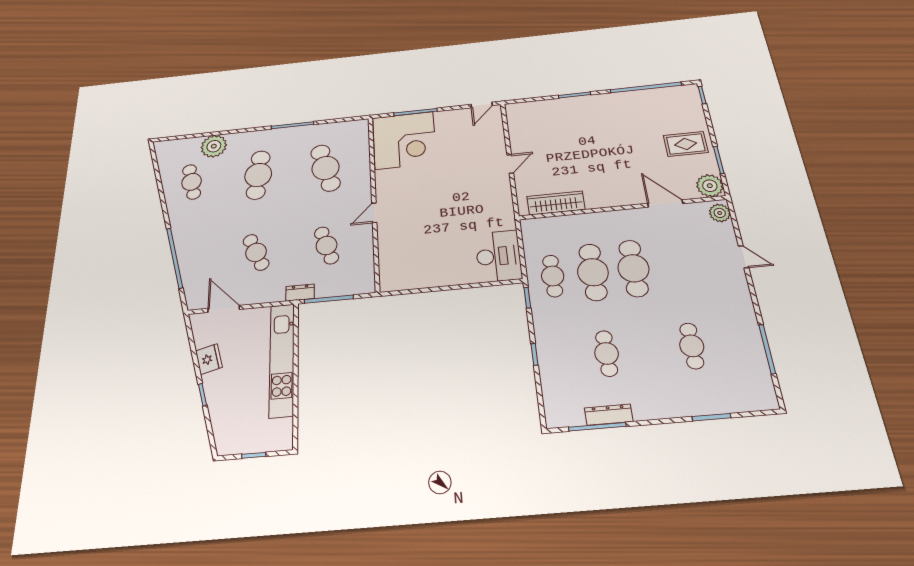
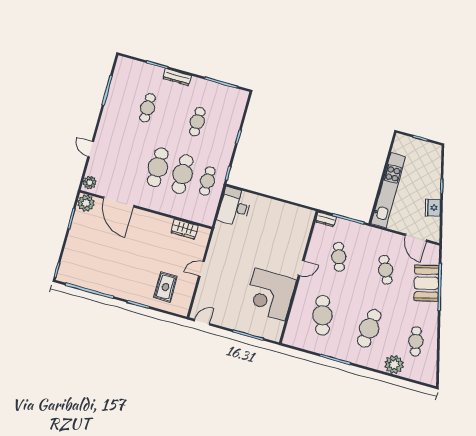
corner desk: (404, 140) -> (270, 295), moved, turned -90
rug: (686, 144) -> (165, 287), moved, turned 90
wardrobe: (556, 203) -> (185, 229), width x0.67
door: (665, 203) -> (119, 202), width x1.36
booth: (194, 256) -> (426, 283), added
dresser: (300, 293) -> (326, 219), moved
dresser: (609, 415) -> (177, 77), moved

